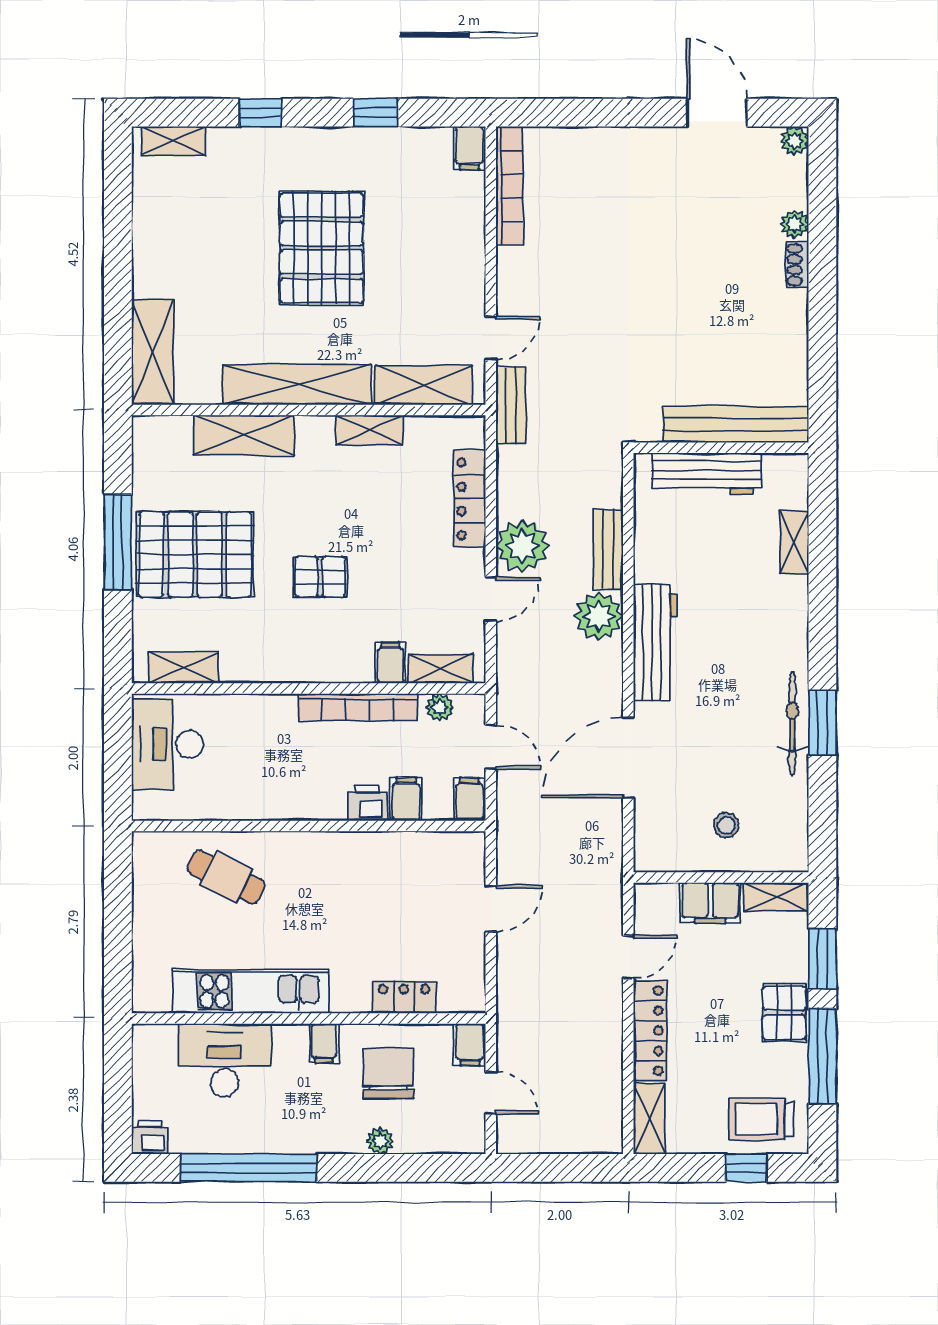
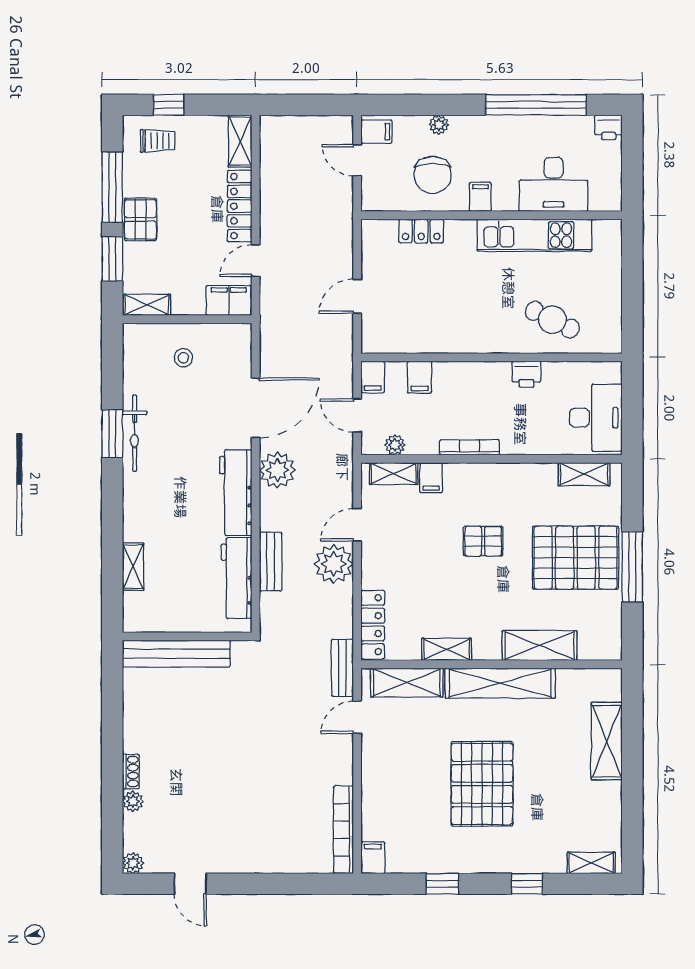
door: (717, 113) -> (190, 884), width x0.73
shelving: (153, 352) -> (607, 741), moved
workbench: (707, 474) -> (237, 578), moved, turned -90
locker: (470, 499) -> (373, 625), moved
plant: (599, 616) -> (277, 470), moved
bookcase: (358, 707) -> (470, 447), width x0.68, depth x0.76
printer: (368, 803) -> (526, 374), moved
filing cabinet: (710, 903) -> (229, 300), moved
filing cabinet: (470, 1045) -> (376, 132), moved, turned 90
trolley: (761, 1119) -> (158, 141), width x0.73, depth x0.72

